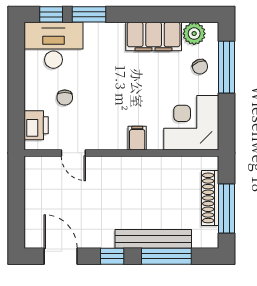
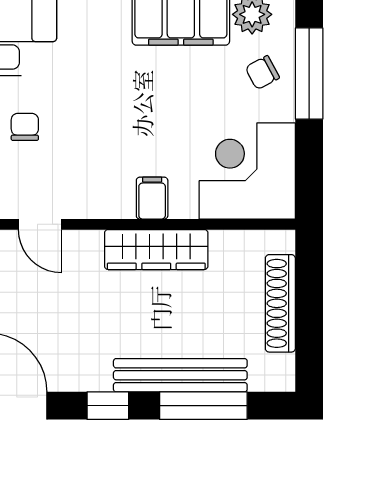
chair: (200, 67) -> (262, 73), turned 85
chair: (65, 98) -> (25, 127), turned 180
wardrobe: (140, 167) -> (156, 250), added
window: (227, 209) -> (309, 322), removed

